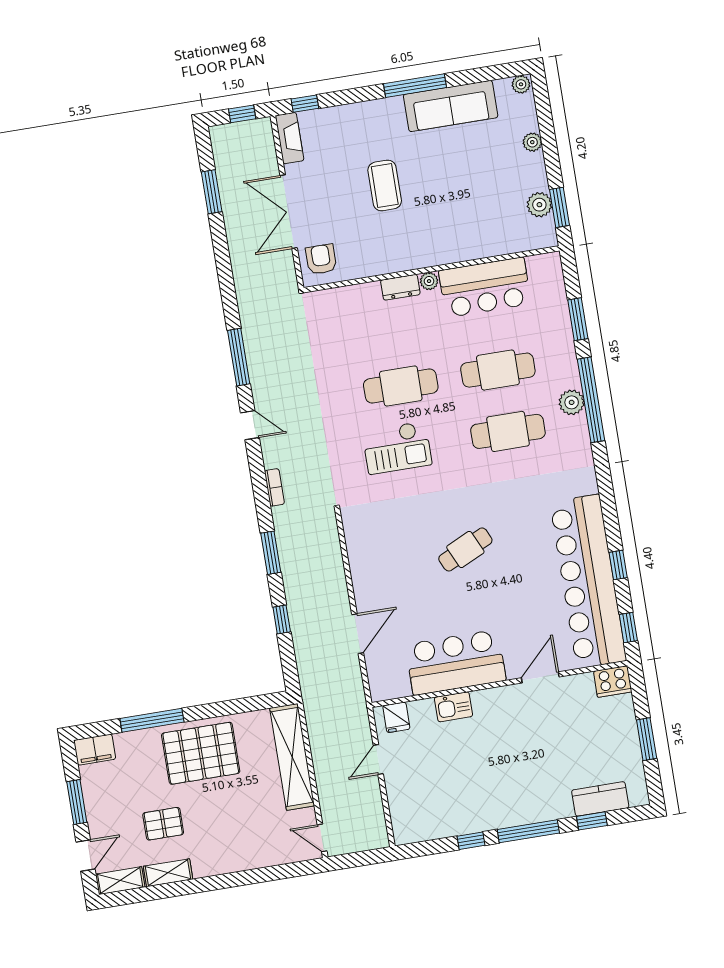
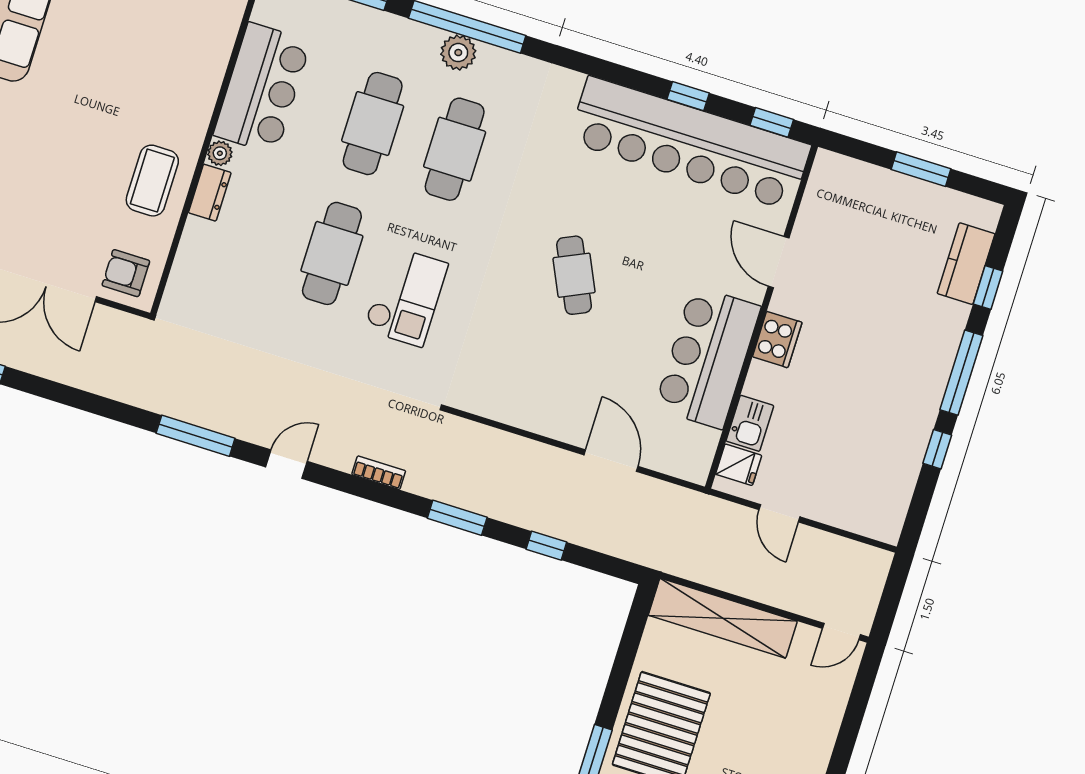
coffee table: (385, 185) -> (152, 181), moved, turned 90
cooker: (613, 681) -> (777, 340), moved
kitchen sink: (453, 707) -> (750, 423), moved

